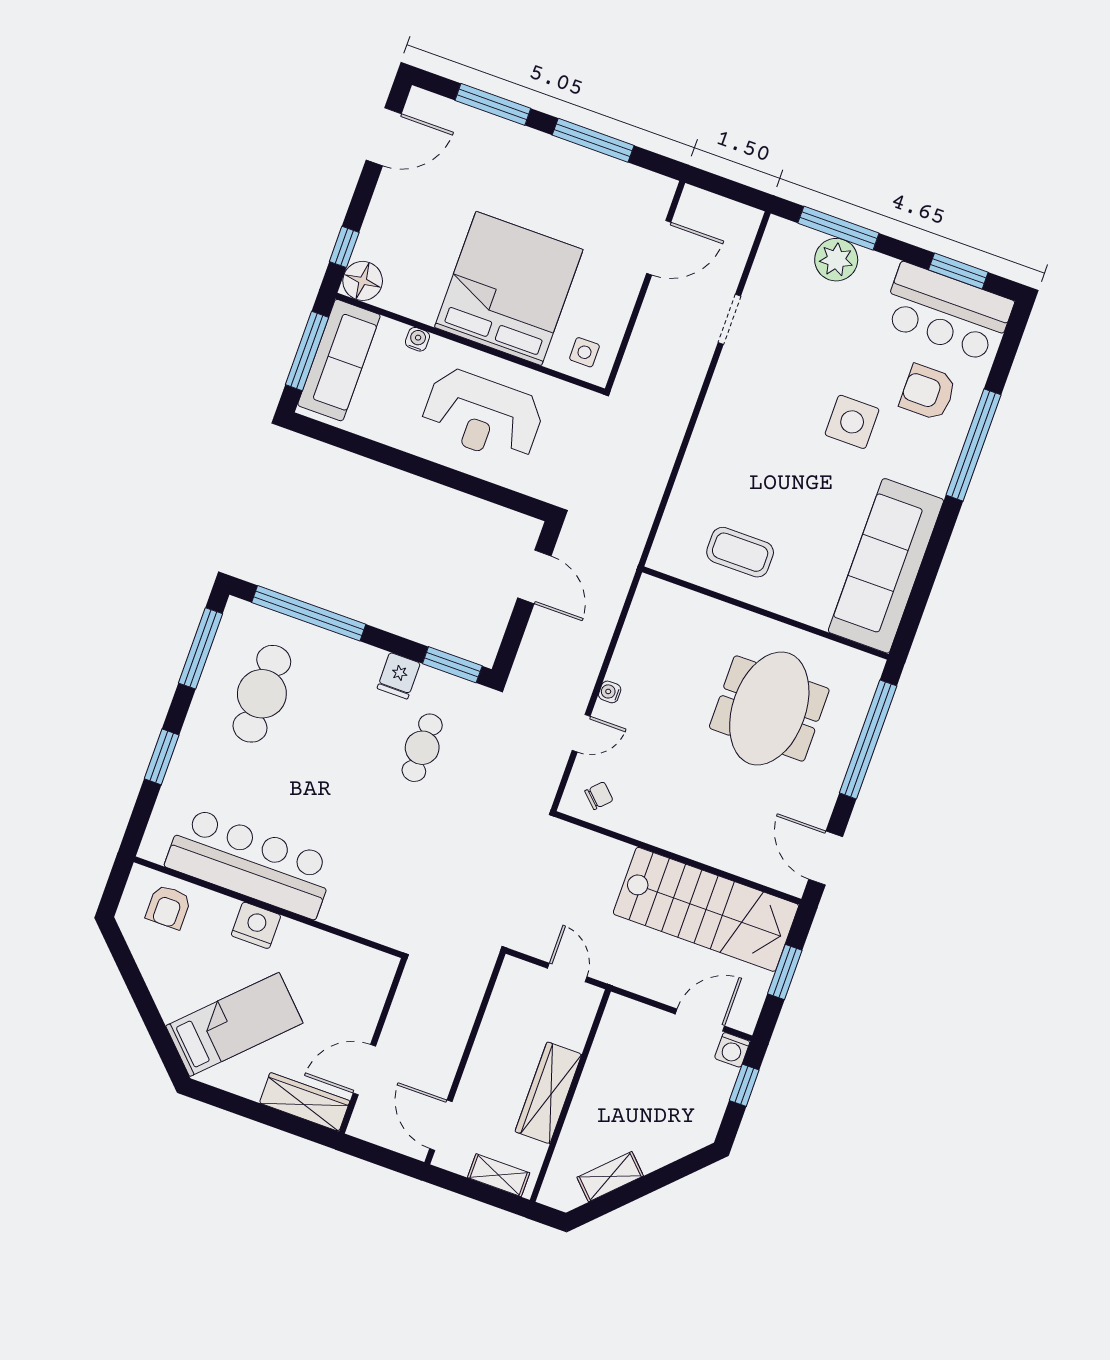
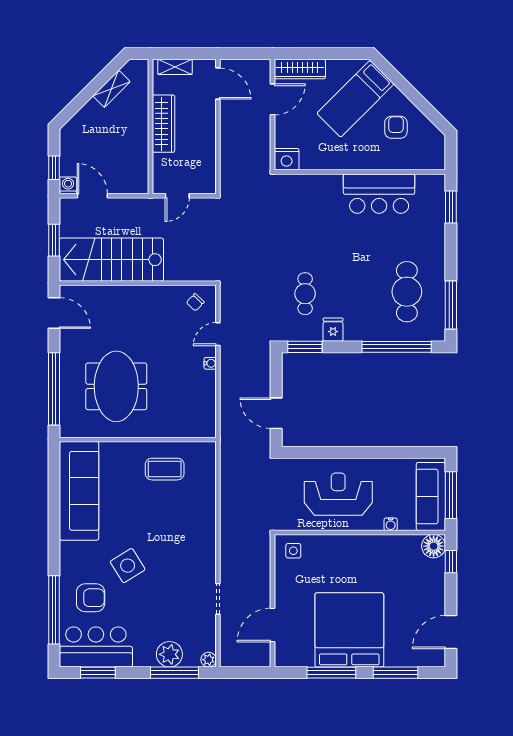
plant: (778, 229) -> (209, 660), added
bed: (509, 288) -> (349, 630), moved, turned 180
side table: (852, 422) -> (128, 566), turned -32
window: (974, 445) -> (54, 610), moved
window: (162, 757) -> (451, 207), moved
bar counter: (250, 863) -> (379, 194), width x0.73
armchair: (168, 907) -> (396, 127), moved
nightstand: (256, 925) -> (287, 159), moved
door: (567, 972) -> (177, 196), hinge flipped
door: (700, 1020) -> (92, 196), swing flipped

